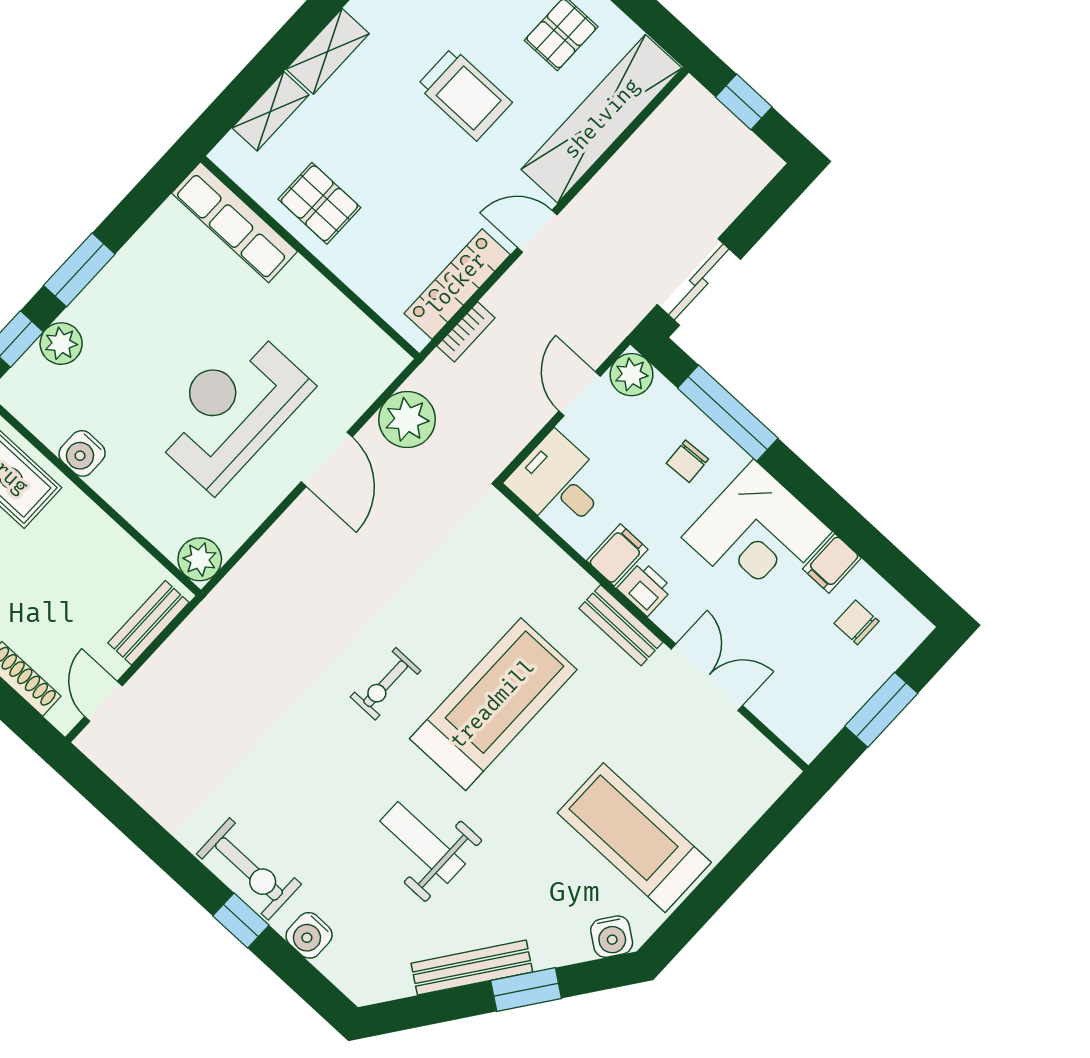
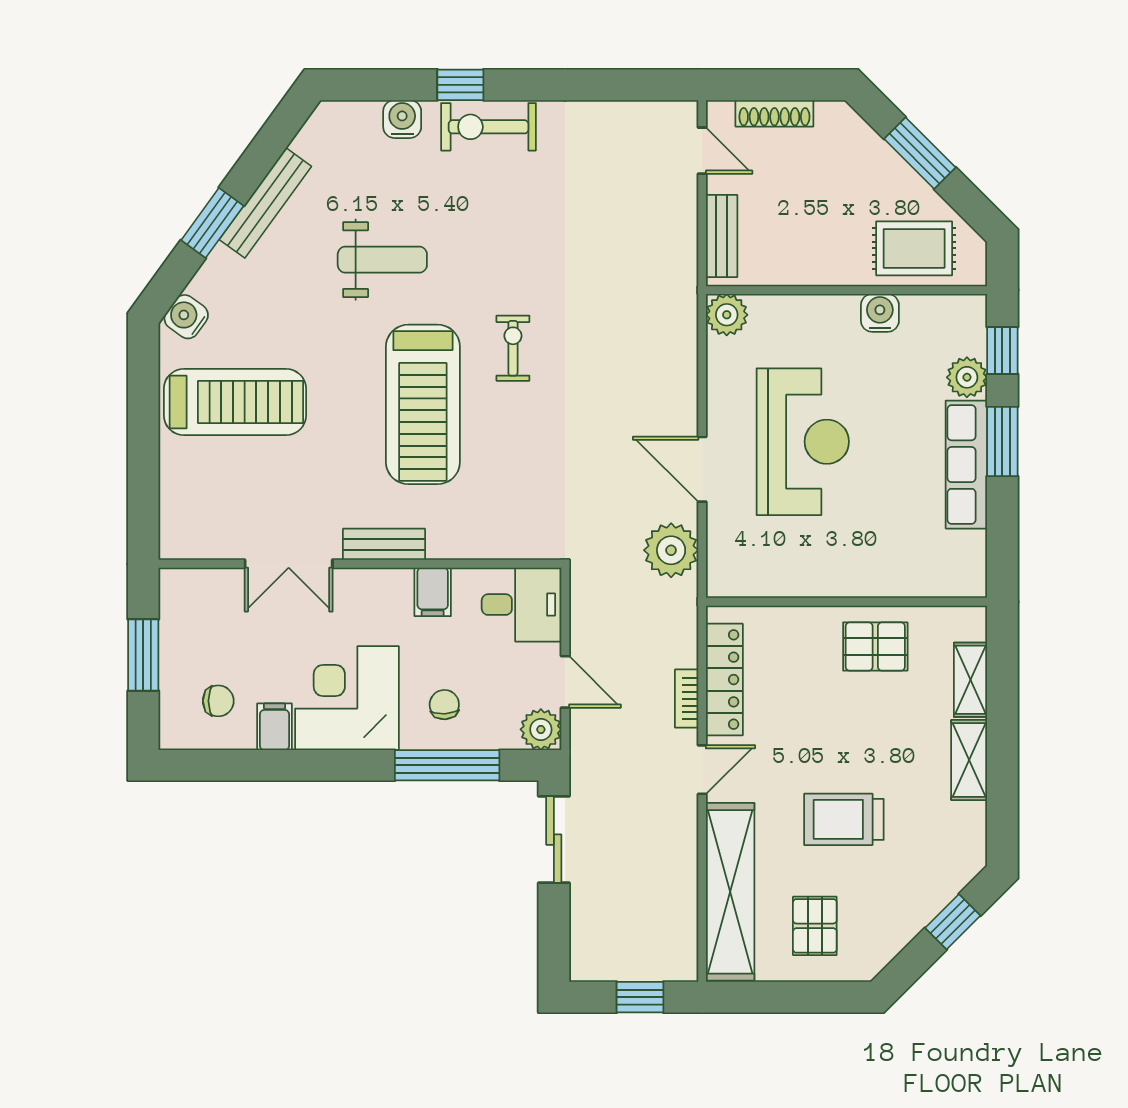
row of seats: (235, 222) -> (966, 465), moved, turned -90
bookcase: (466, 332) -> (687, 699), moved
printer: (645, 588) -> (391, 586), removed

